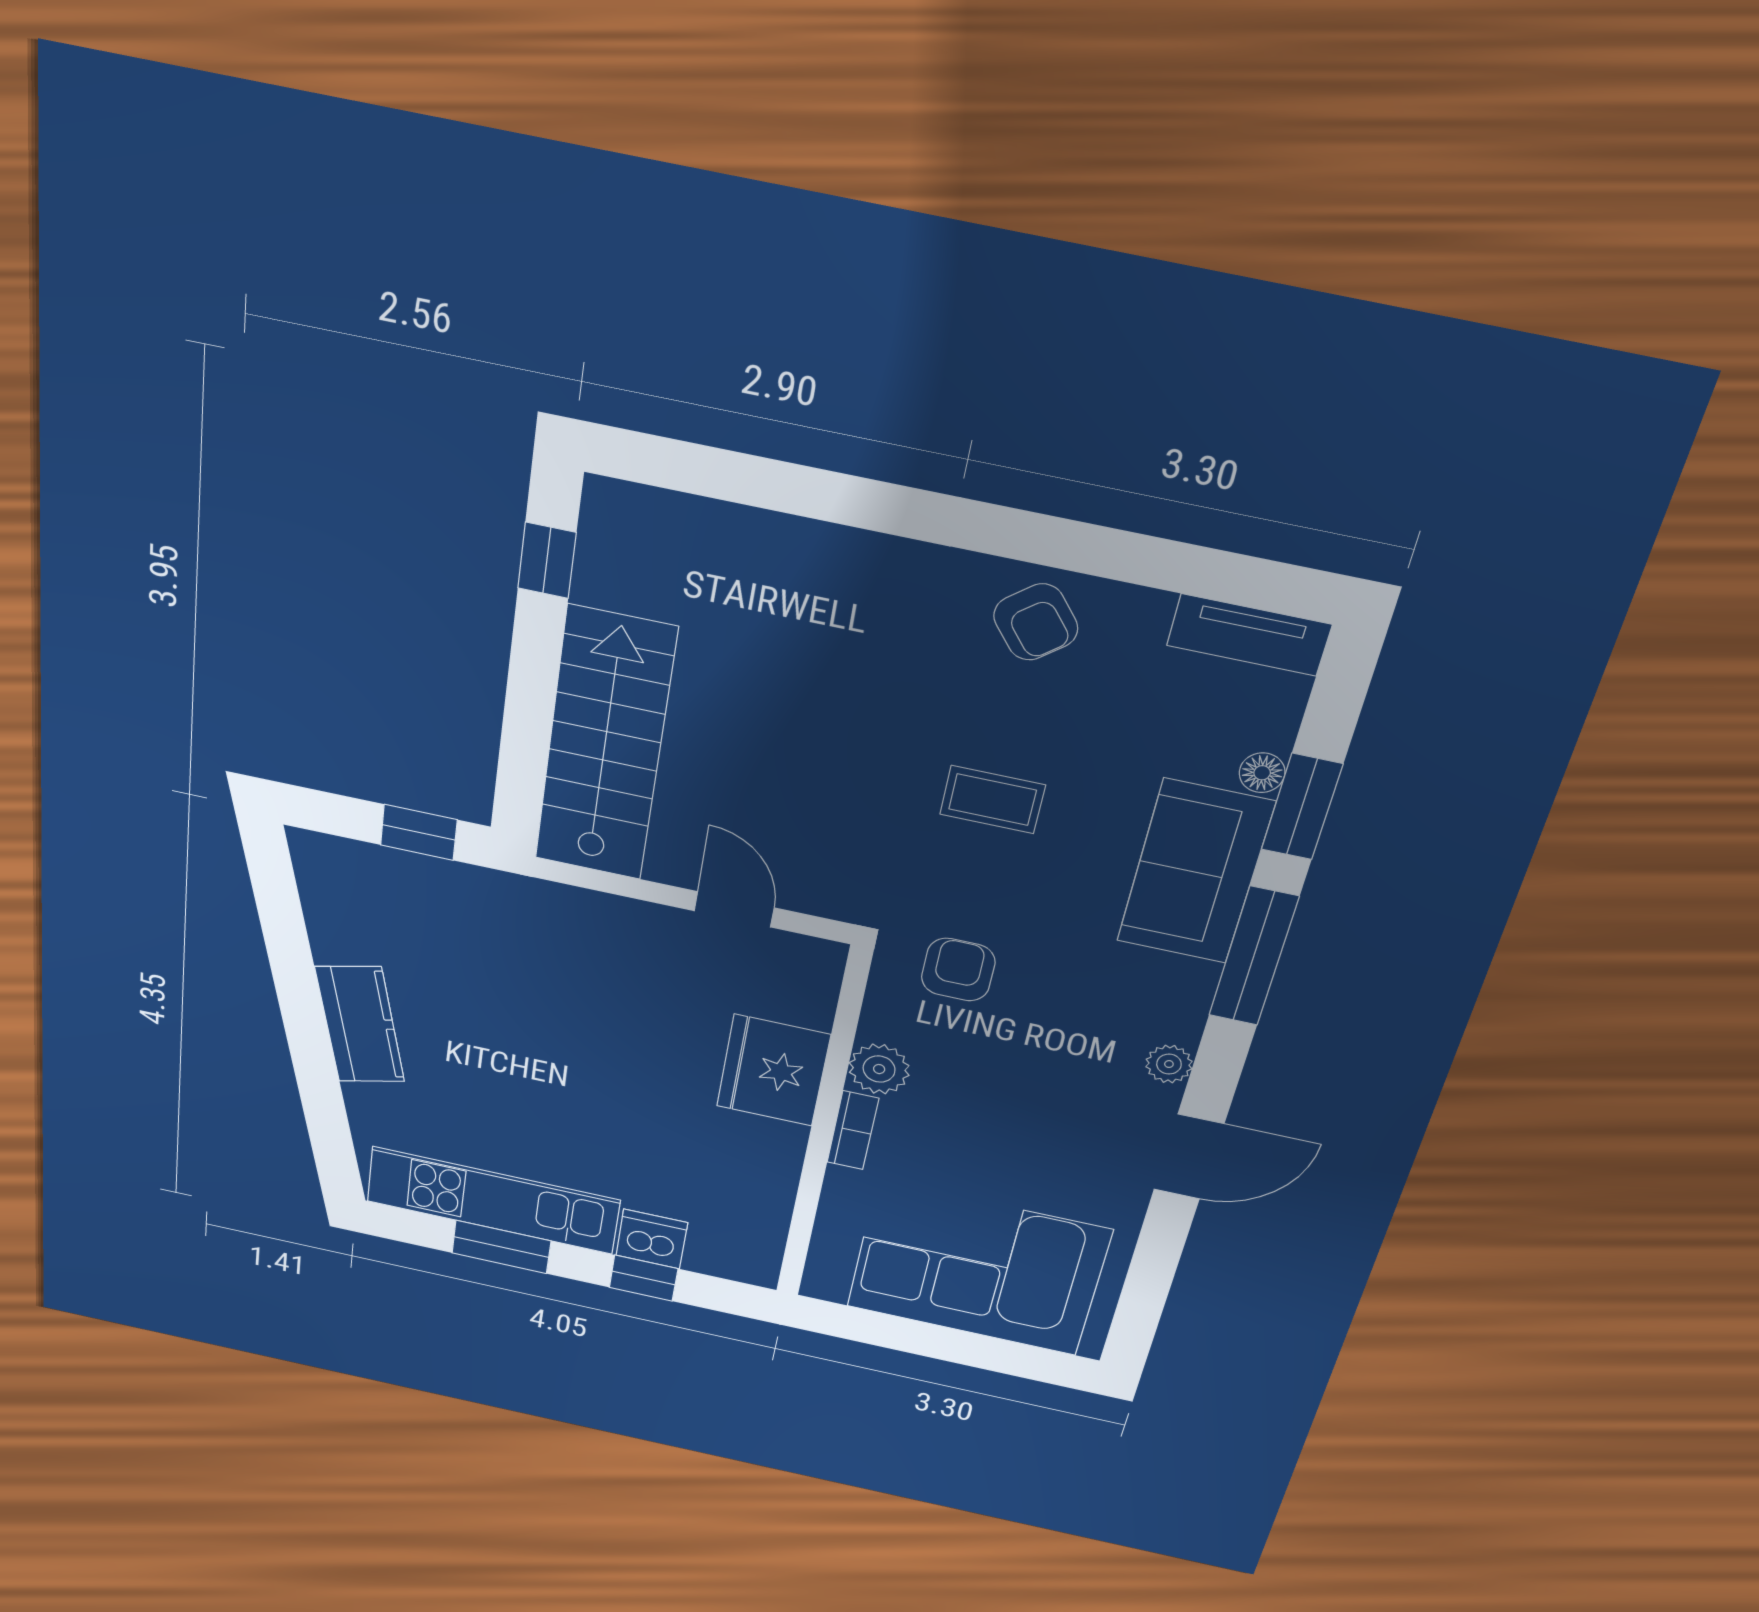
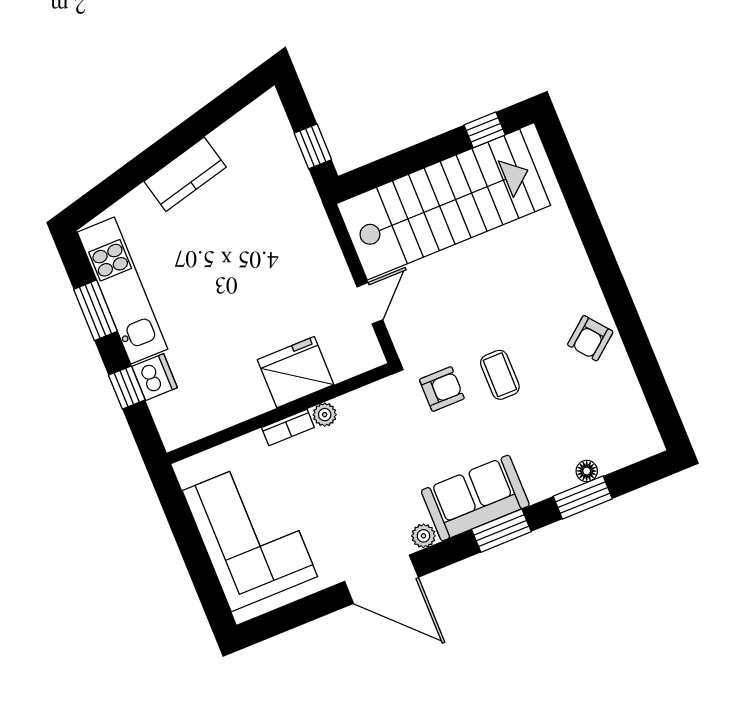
tv unit: (1249, 635) -> (641, 422), removed
stairs: (605, 745) -> (443, 205), width x1.36, depth x1.51
sofa: (1195, 872) -> (475, 498), moved
window: (1254, 956) -> (501, 531), width x0.69
armchair: (958, 970) -> (442, 389), moved
plant: (879, 1069) -> (325, 415), width x0.73, depth x0.73
door: (1189, 1157) -> (381, 579), width x1.36

